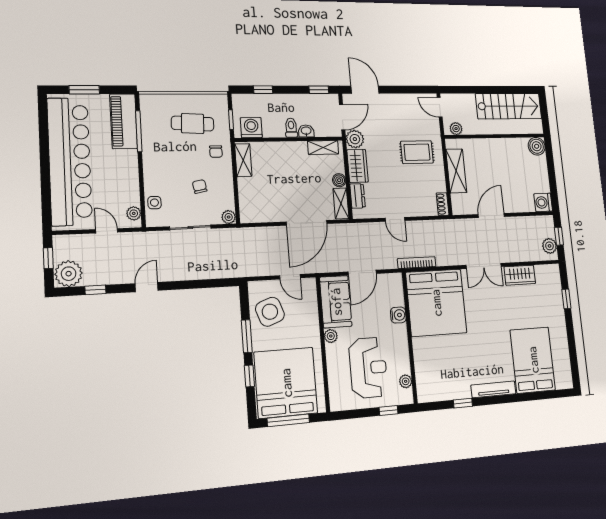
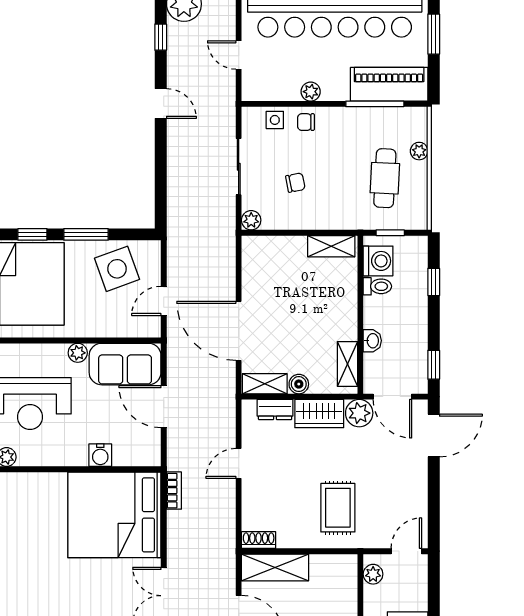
plant: (172, 100) -> (419, 151), added
toilet: (291, 128) -> (377, 286), moved
chair: (216, 152) -> (306, 122), moved
shelving: (456, 171) -> (275, 567), moved
plant: (134, 213) -> (311, 92), moved
door: (107, 231) -> (239, 55), swing flipped
bookcase: (417, 263) -> (174, 491), width x0.64

